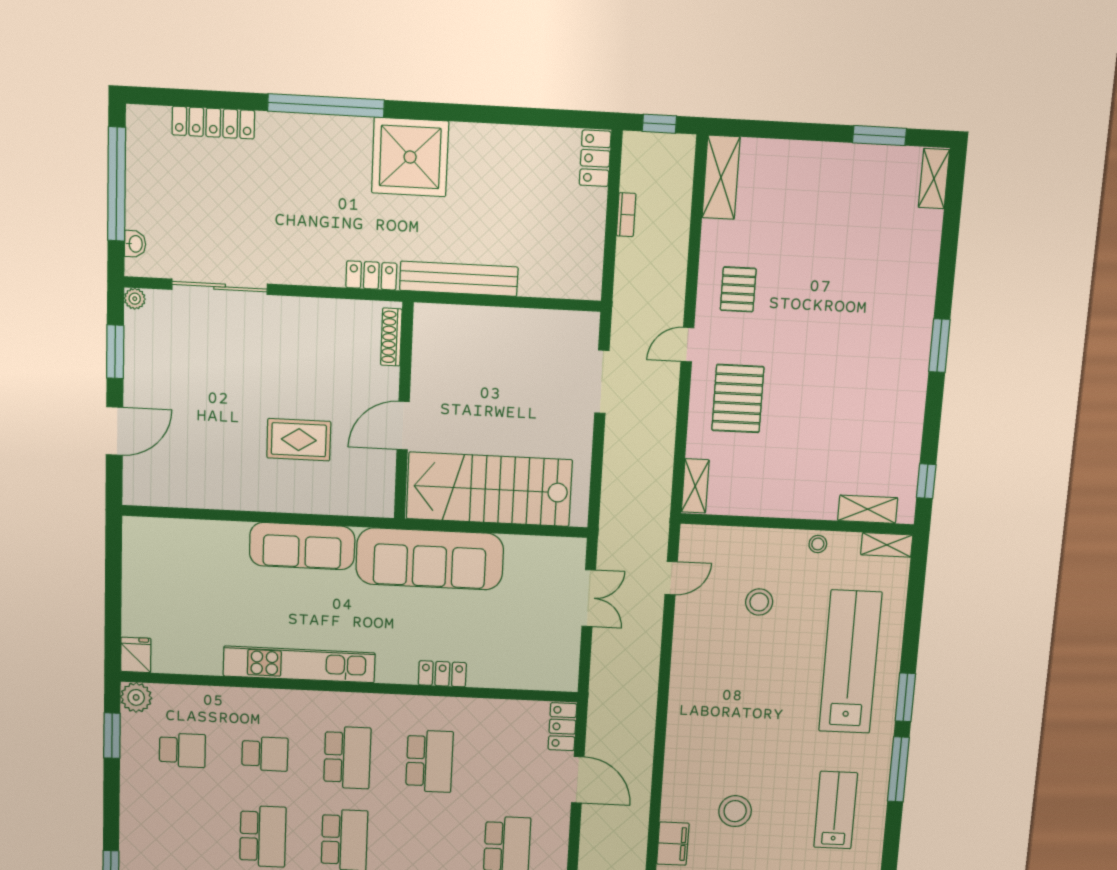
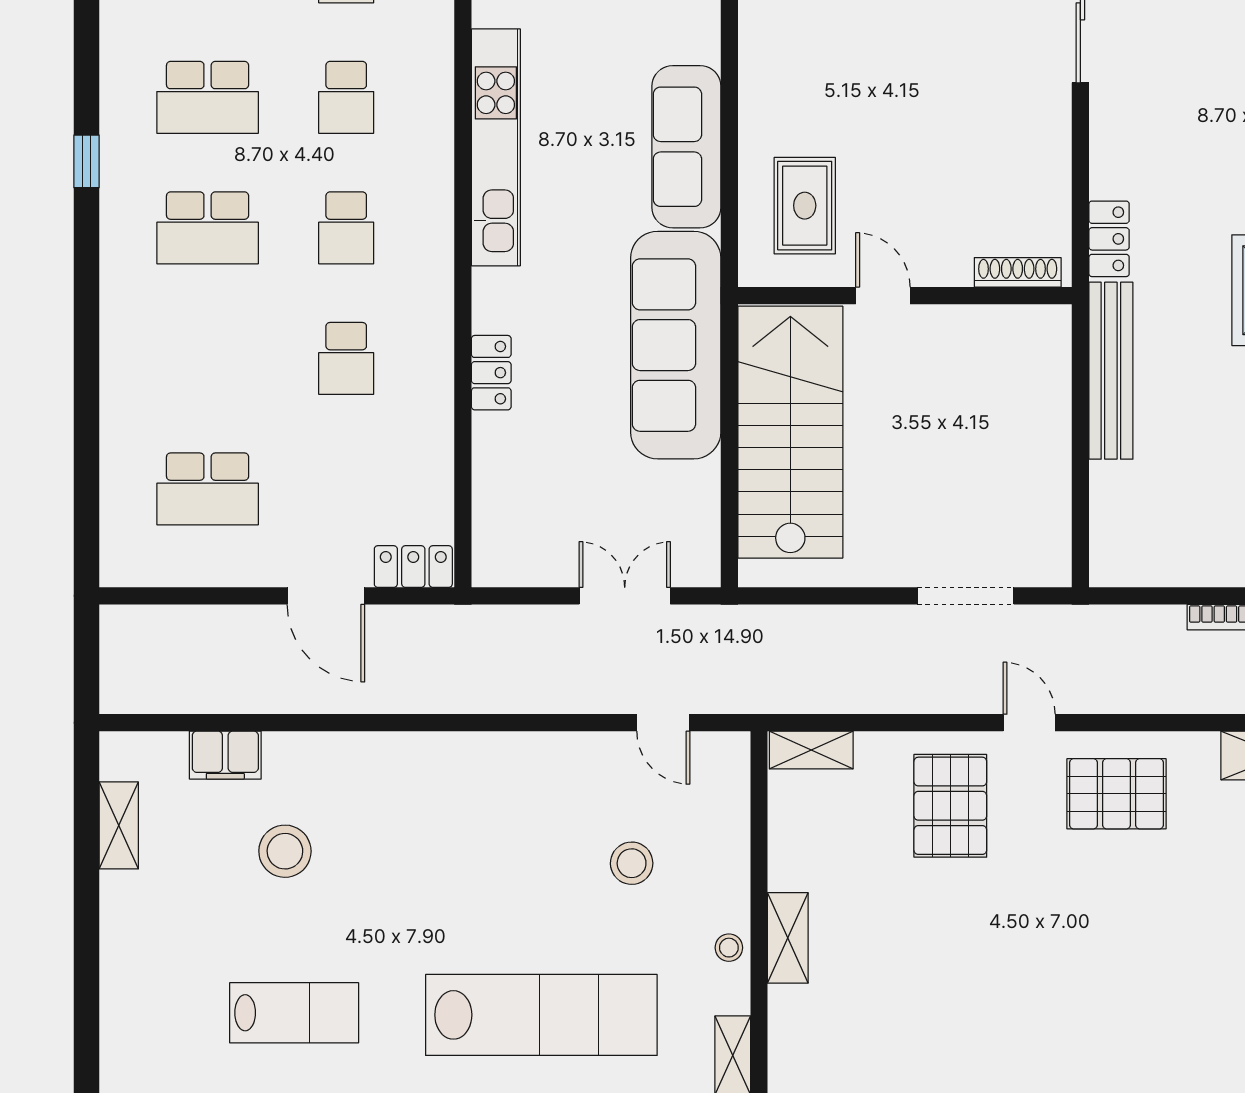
pallet: (738, 289) -> (1116, 794), width x1.50, depth x1.42
pallet: (738, 399) -> (950, 806), turned 90
door: (403, 426) -> (883, 296), width x0.73
rug: (299, 440) -> (805, 206), moved
shelving: (868, 509) -> (788, 938), moved
double door: (589, 598) -> (625, 596), swing flipped
school desk: (347, 757) -> (346, 228), width x0.54
school desk: (429, 761) -> (346, 358), width x0.54
door: (578, 780) -> (326, 596), hinge flipped

